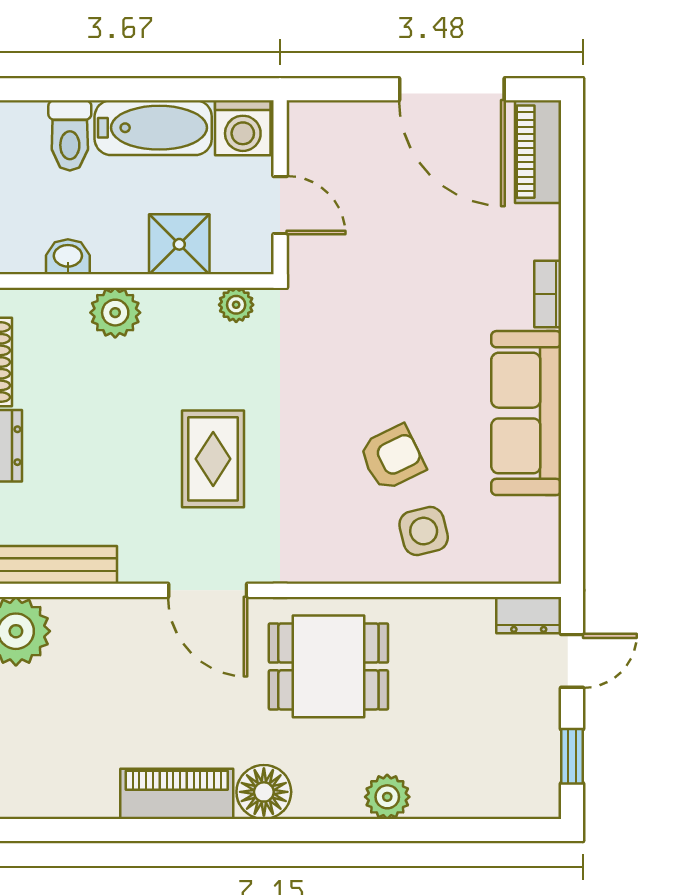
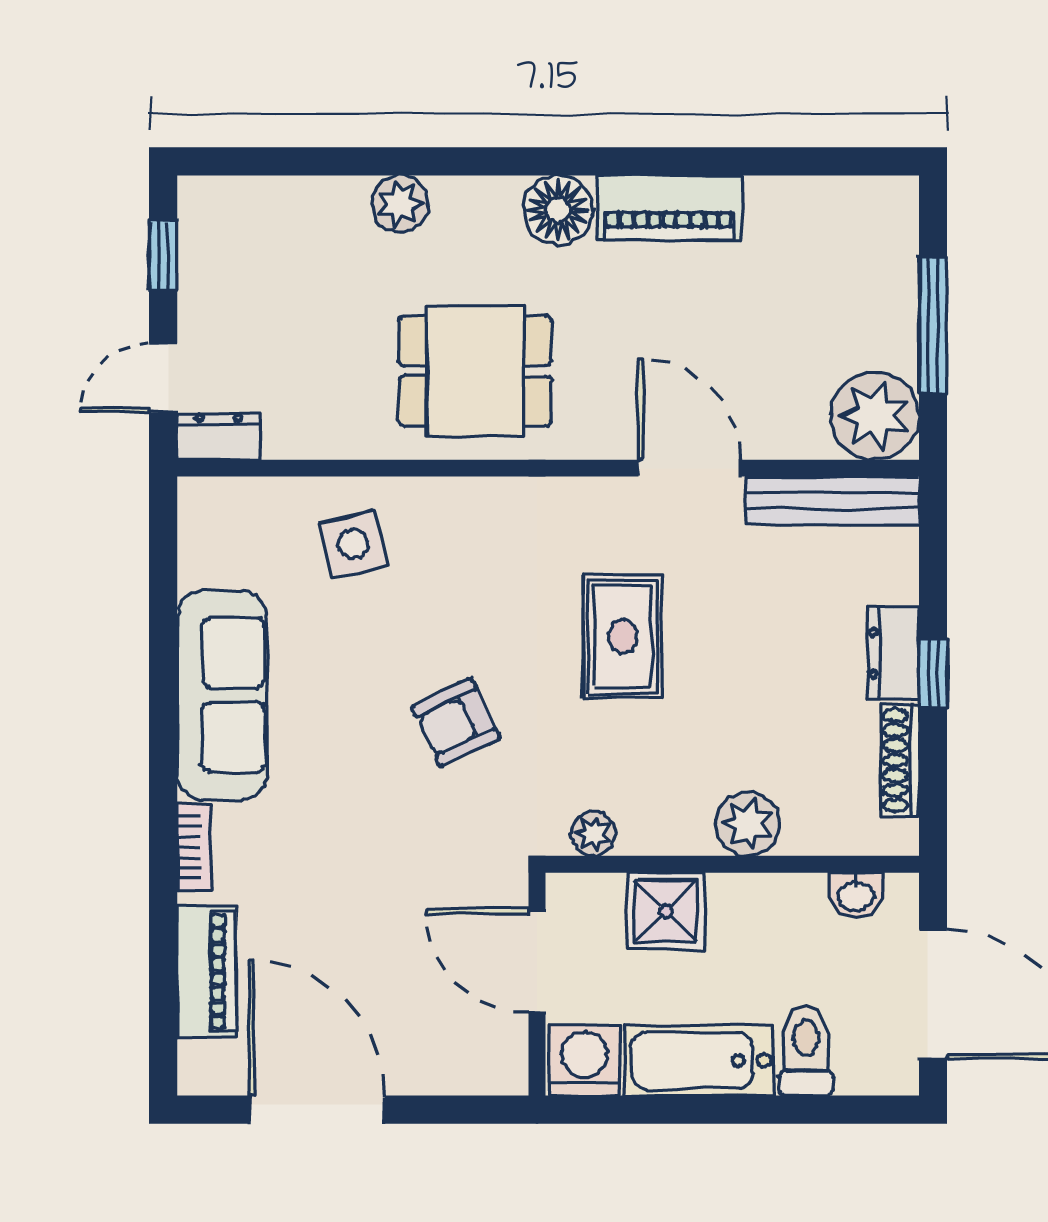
piano: (538, 152) -> (207, 971), moved
door: (280, 205) -> (537, 961), width x1.37
washbasin: (68, 257) -> (856, 895), moved
armchair: (392, 458) -> (456, 722), moved
door: (208, 590) -> (689, 468), moved

